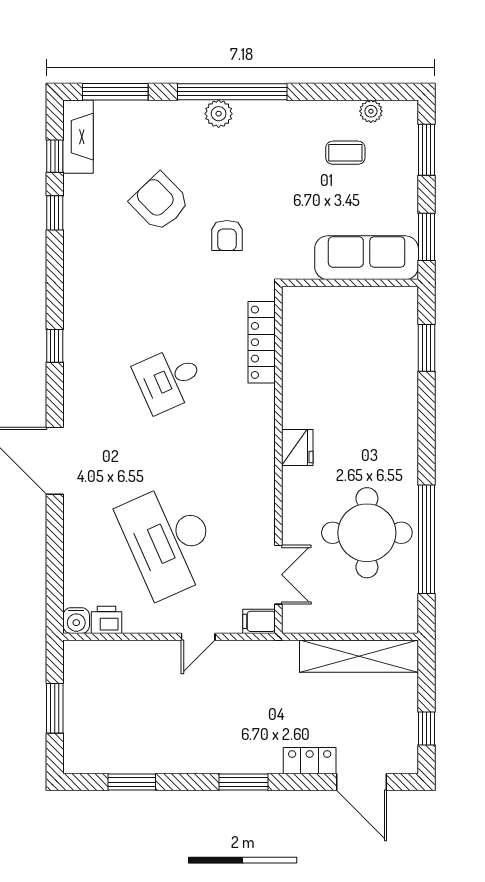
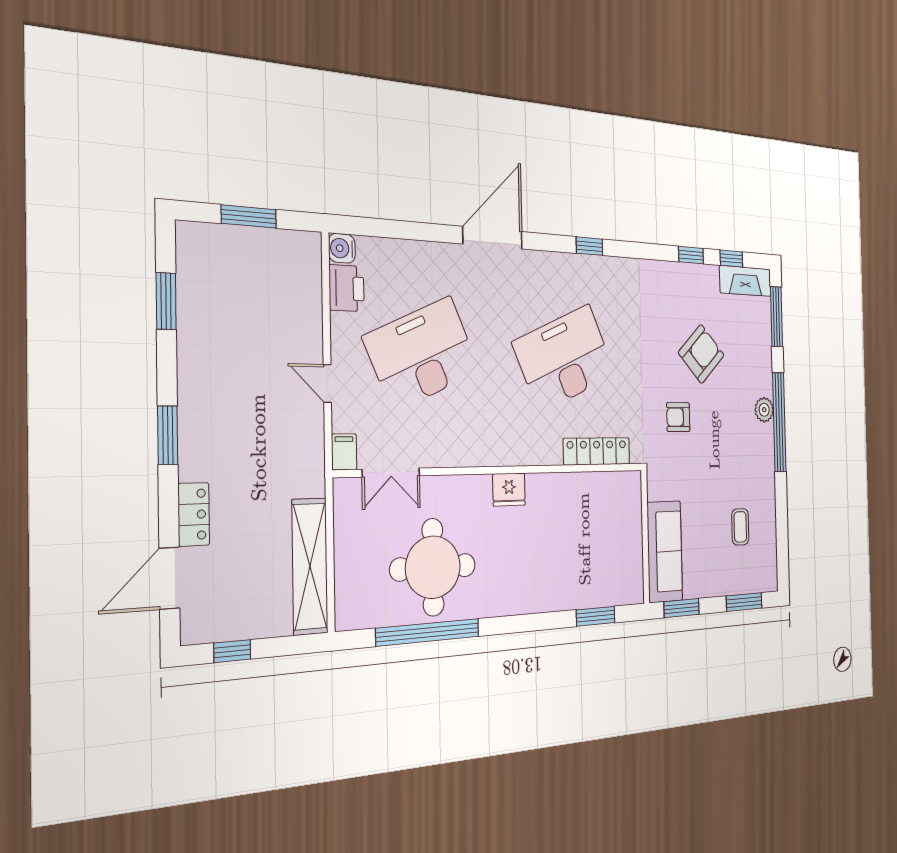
plant: (371, 111) -> (769, 549), removed
desk: (169, 379) -> (564, 358), width x1.87, depth x1.30
printer: (107, 620) -> (347, 288), width x1.36, depth x1.24

